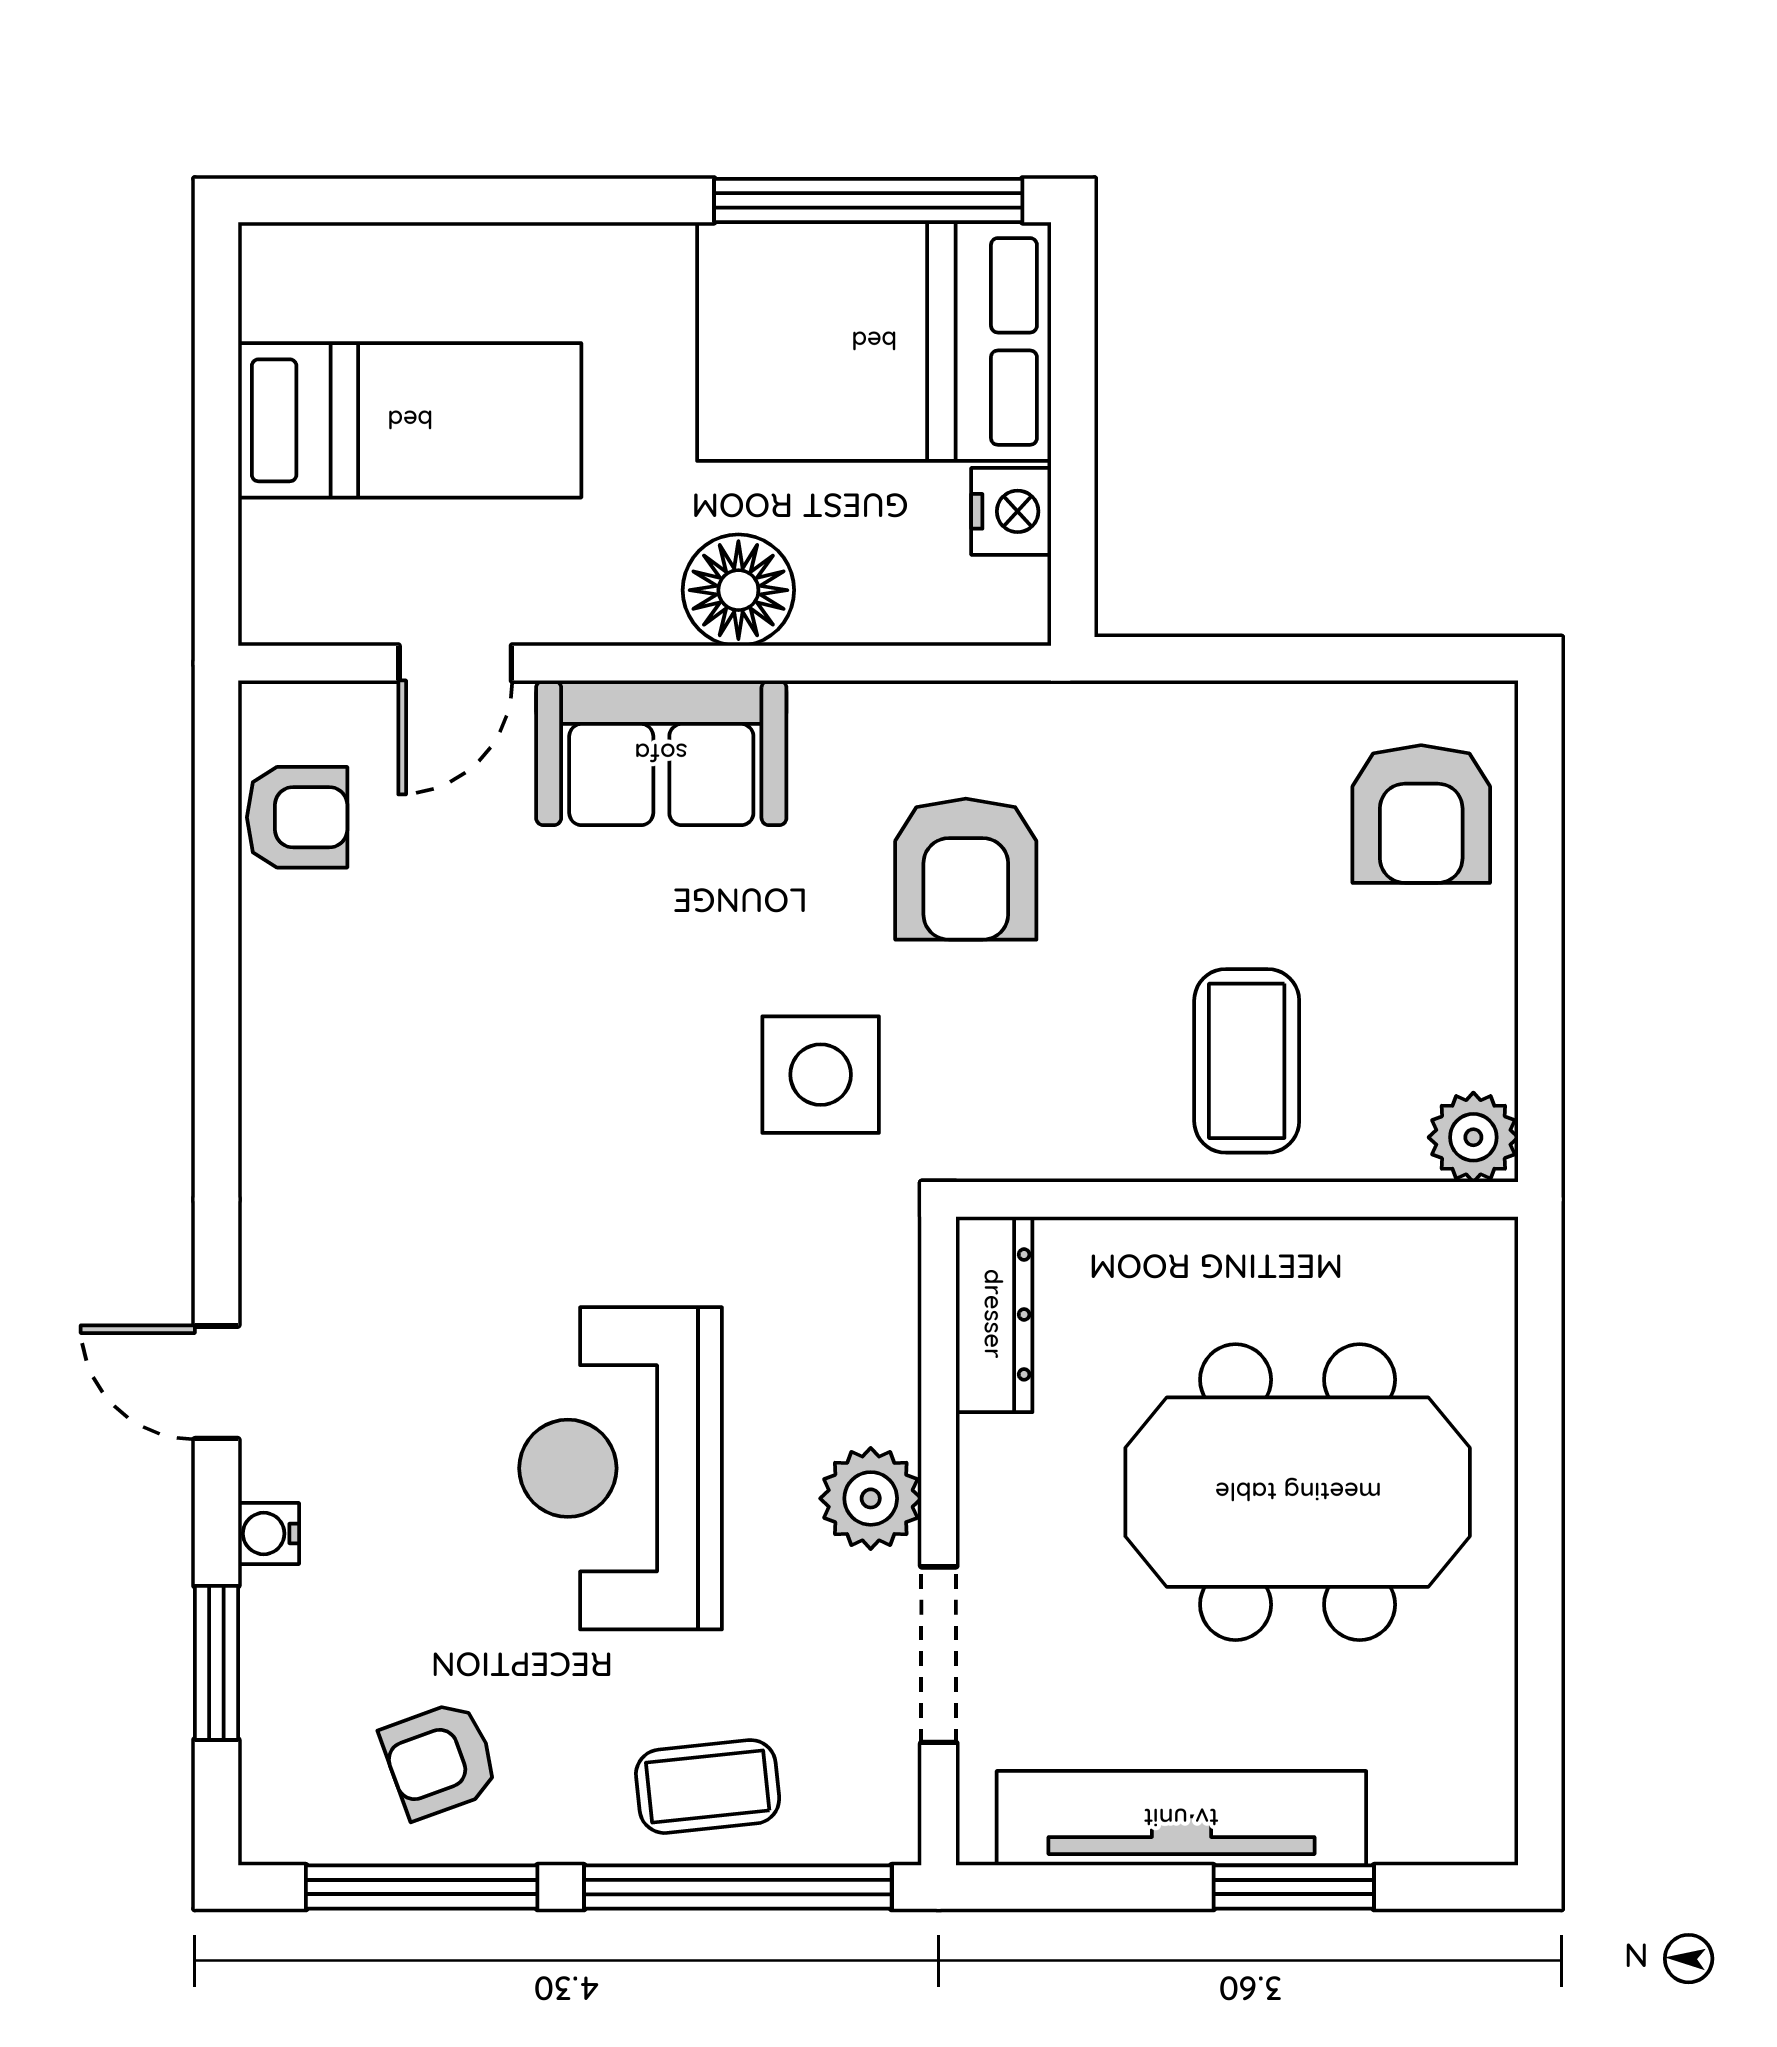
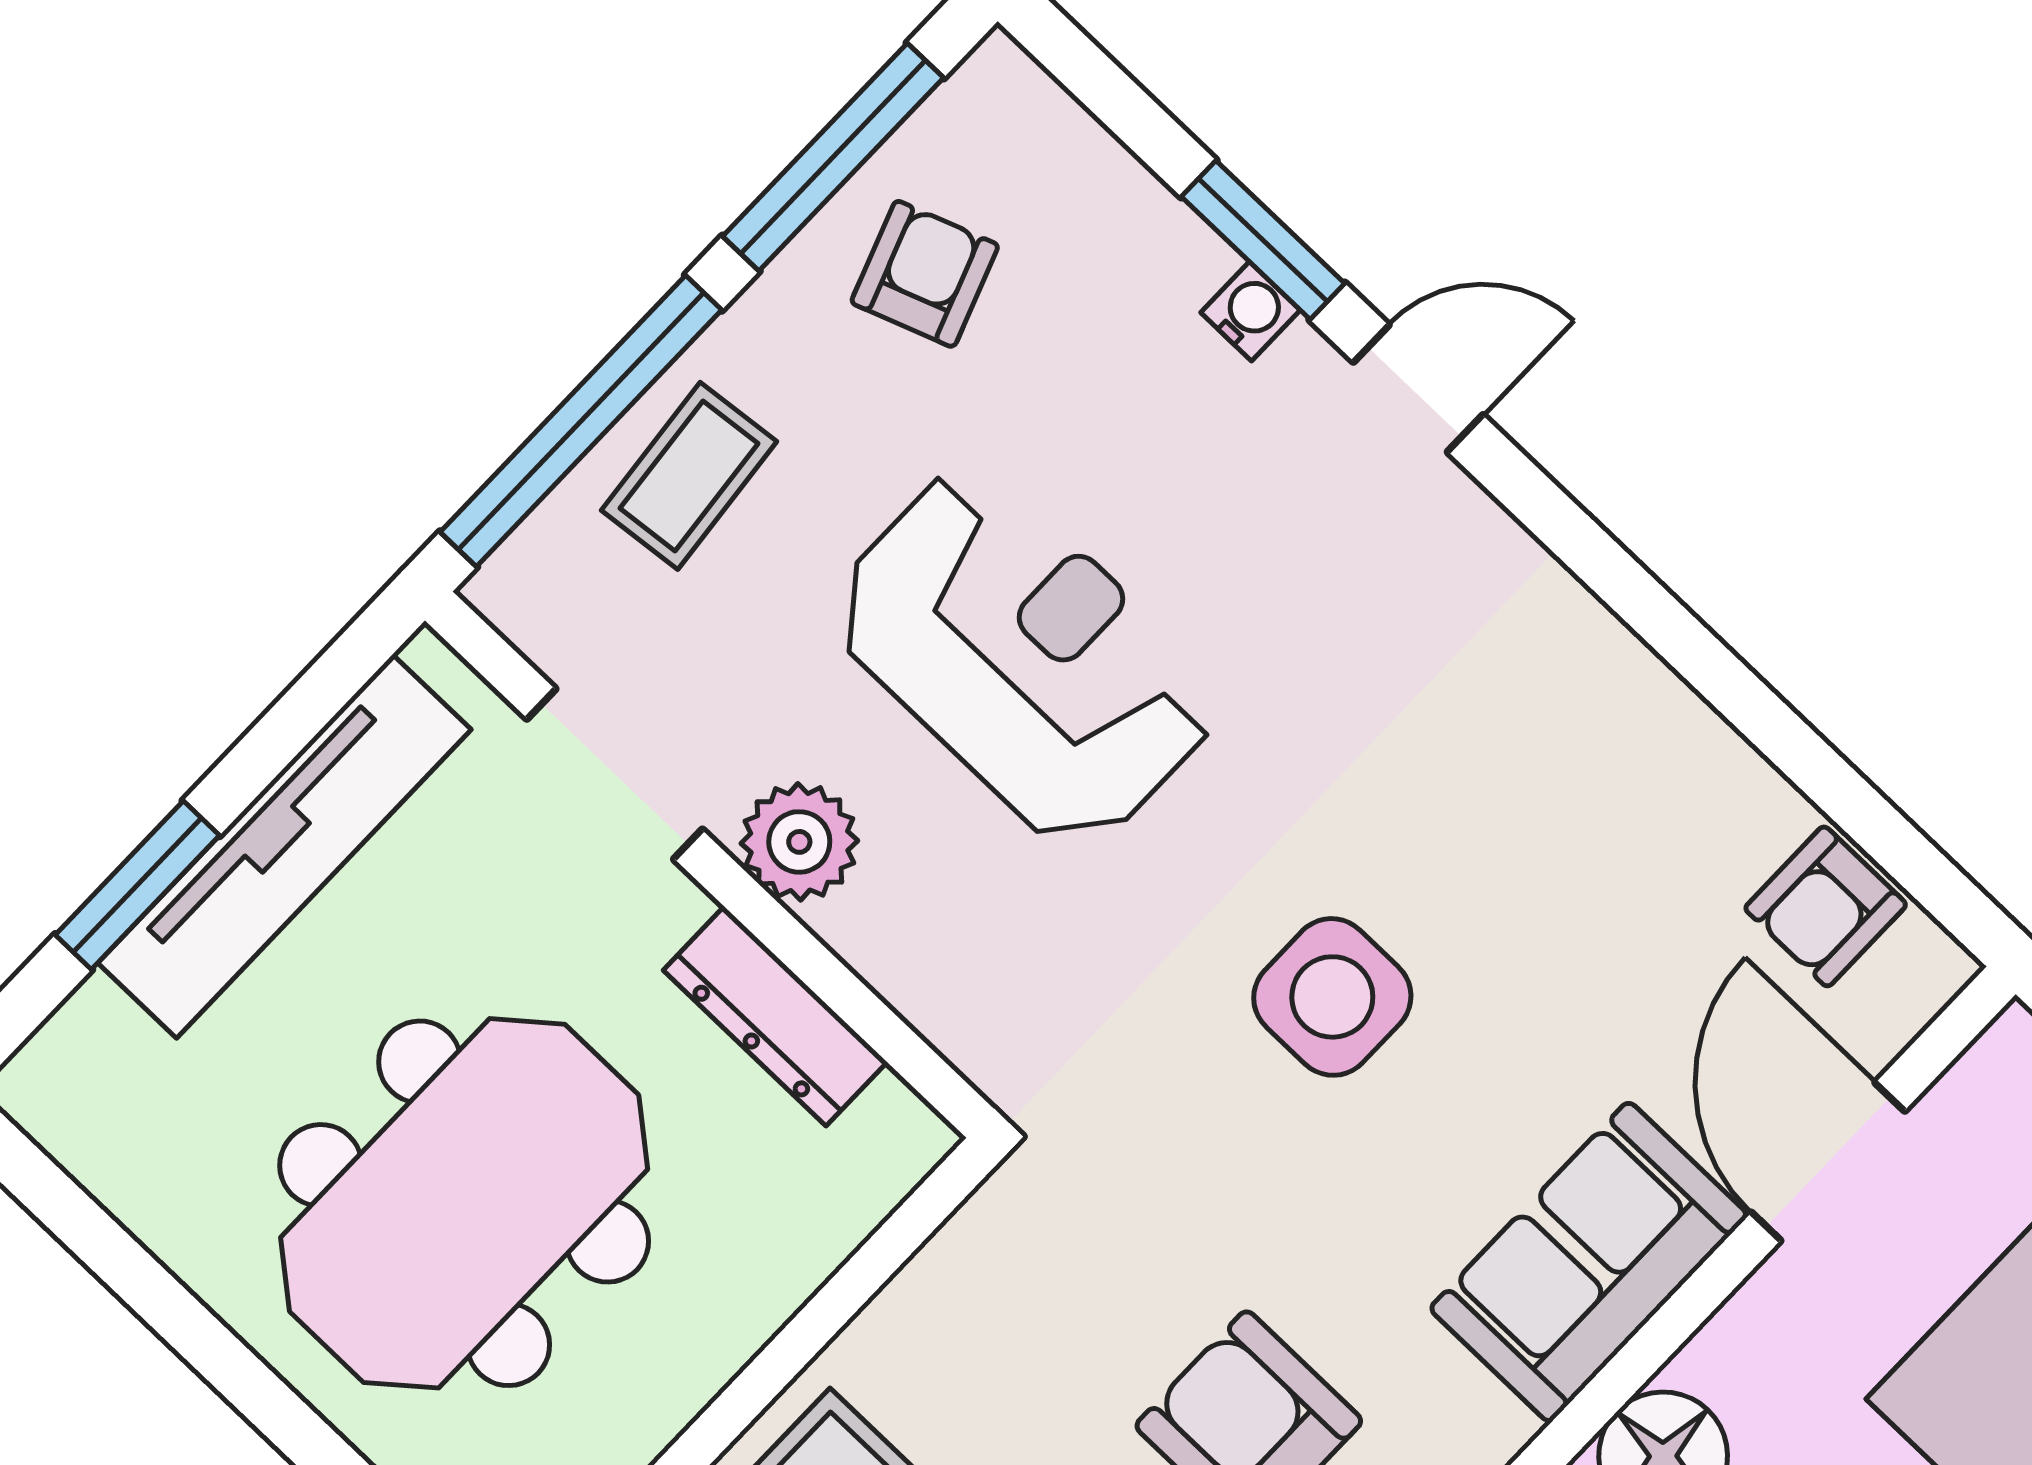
door: (455, 663) -> (1828, 1162), width x1.37
side table: (821, 1075) -> (1332, 997), moved
dresser: (994, 1314) -> (775, 1016), moved
window: (216, 1663) -> (1263, 240), moved

